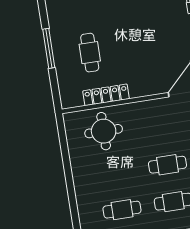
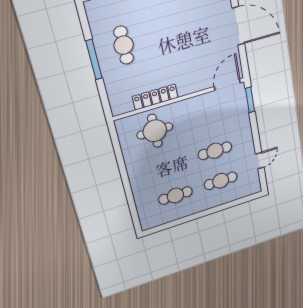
cafe table: (90, 53) -> (124, 45), moved

